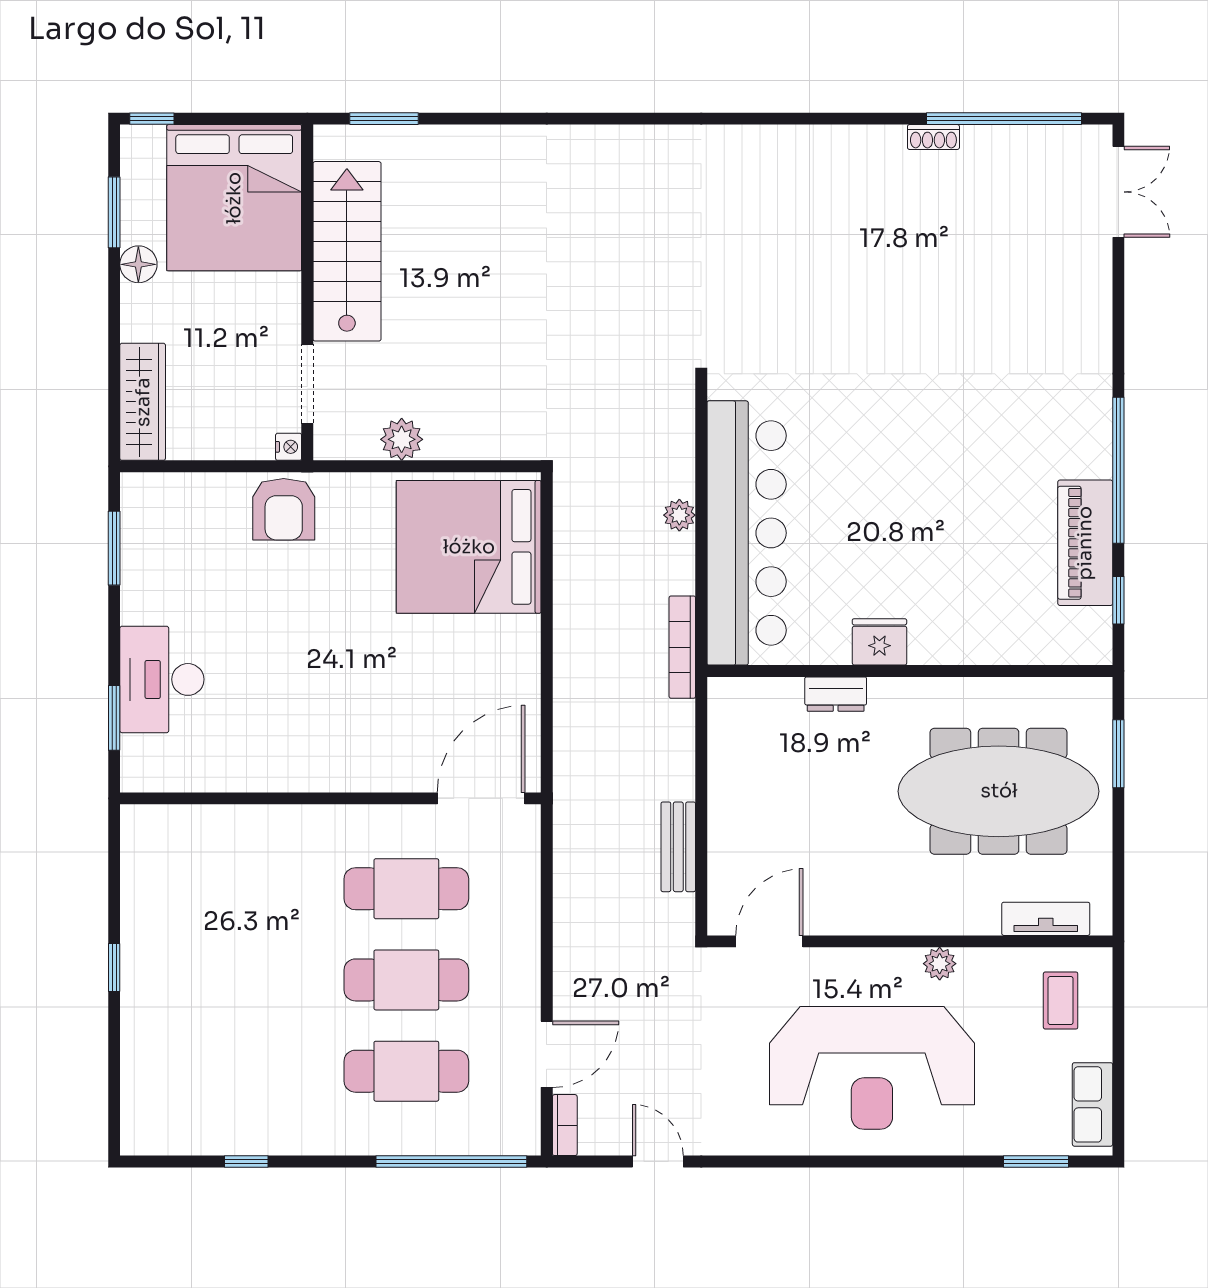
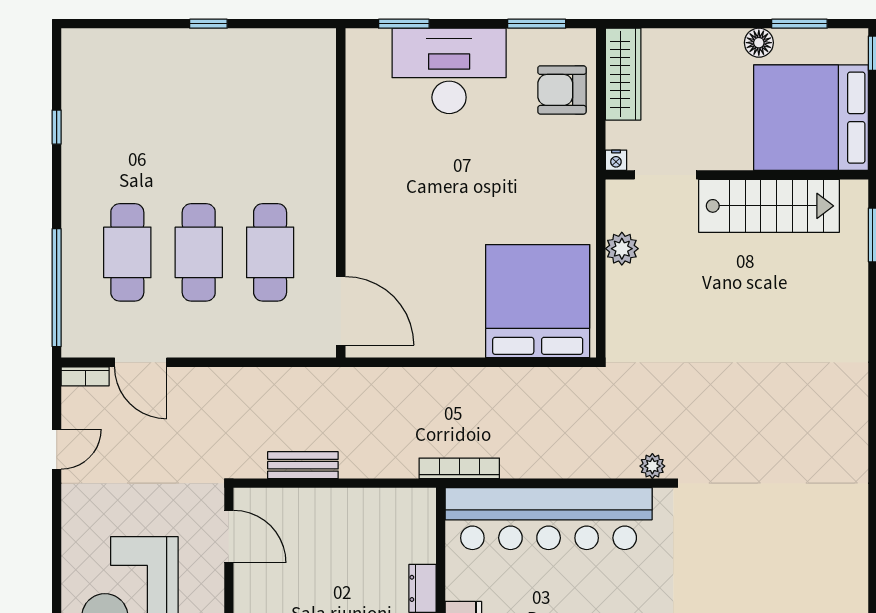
wardrobe: (143, 402) -> (623, 74), moved, turned -90
armchair: (284, 509) -> (562, 90), moved
plant: (679, 515) -> (652, 466), moved
desk: (162, 679) -> (449, 71), width x1.36, depth x1.30

